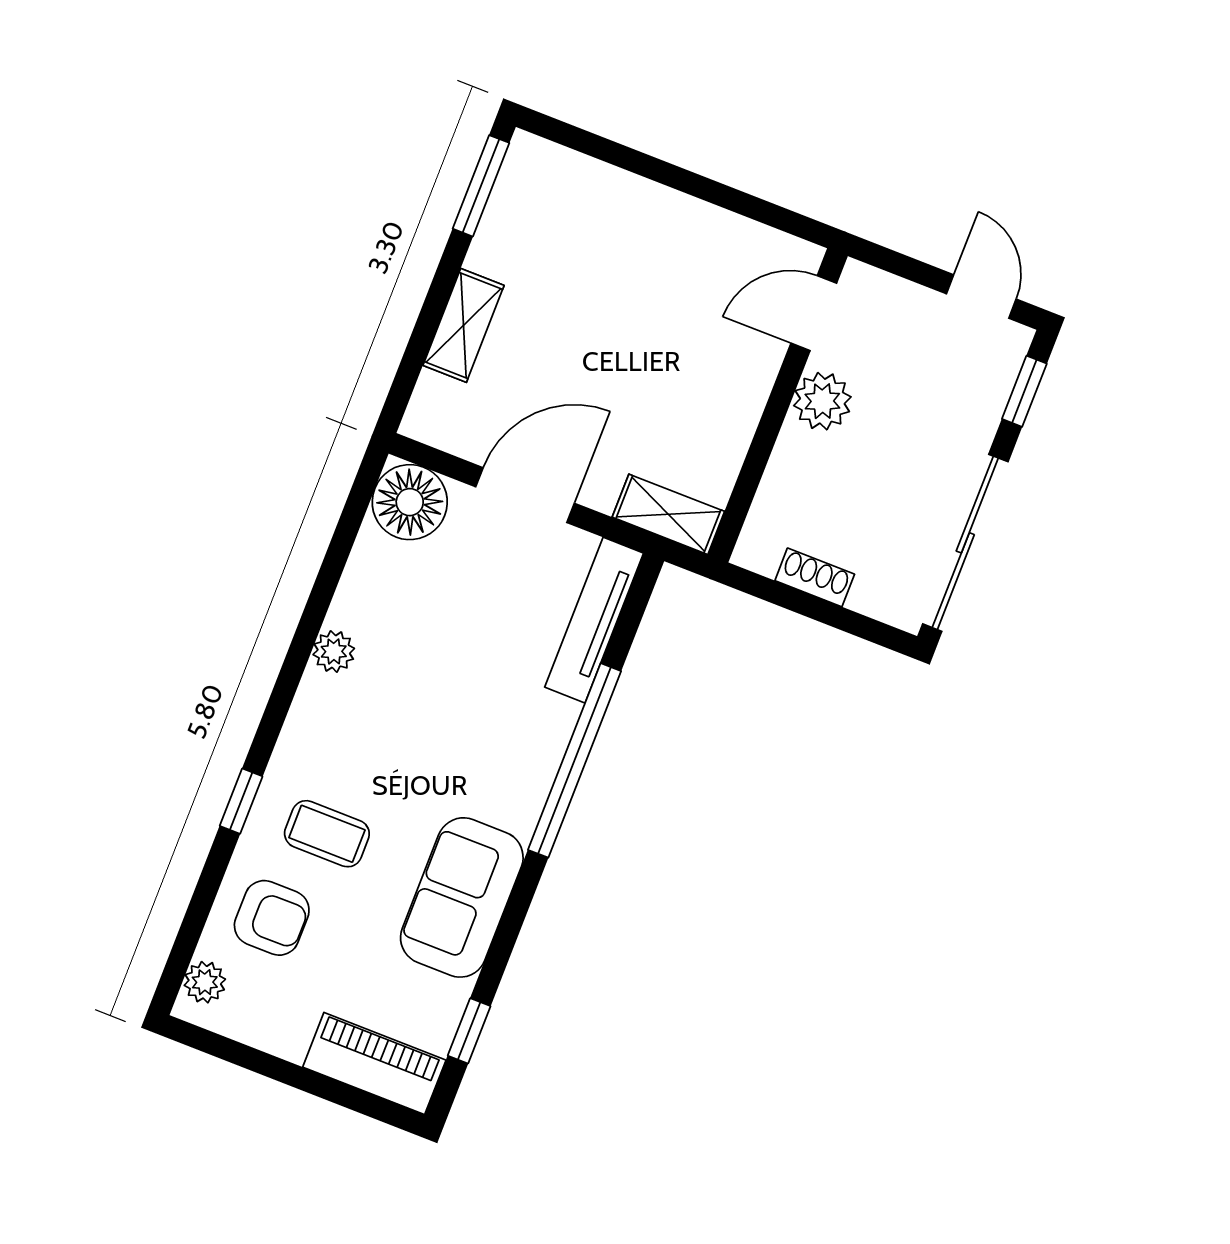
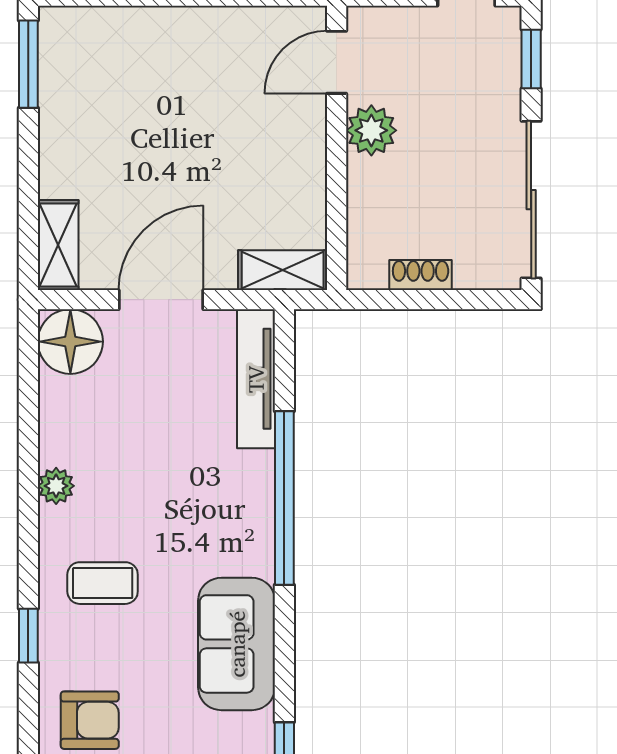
shelving: (463, 325) -> (58, 245), moved
coffee table: (327, 834) -> (103, 583), moved

